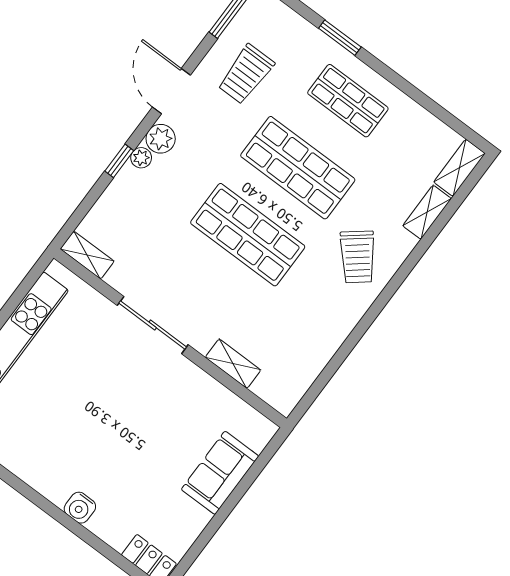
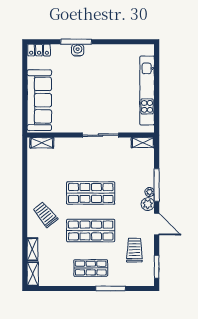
window: (340, 38) -> (111, 288), width x1.44
window: (119, 161) -> (157, 185), width x2.17
shelving: (233, 364) -> (42, 143), moved
sofa: (220, 473) -> (39, 100), width x1.85, depth x1.27
window: (71, 525) -> (76, 42), added

